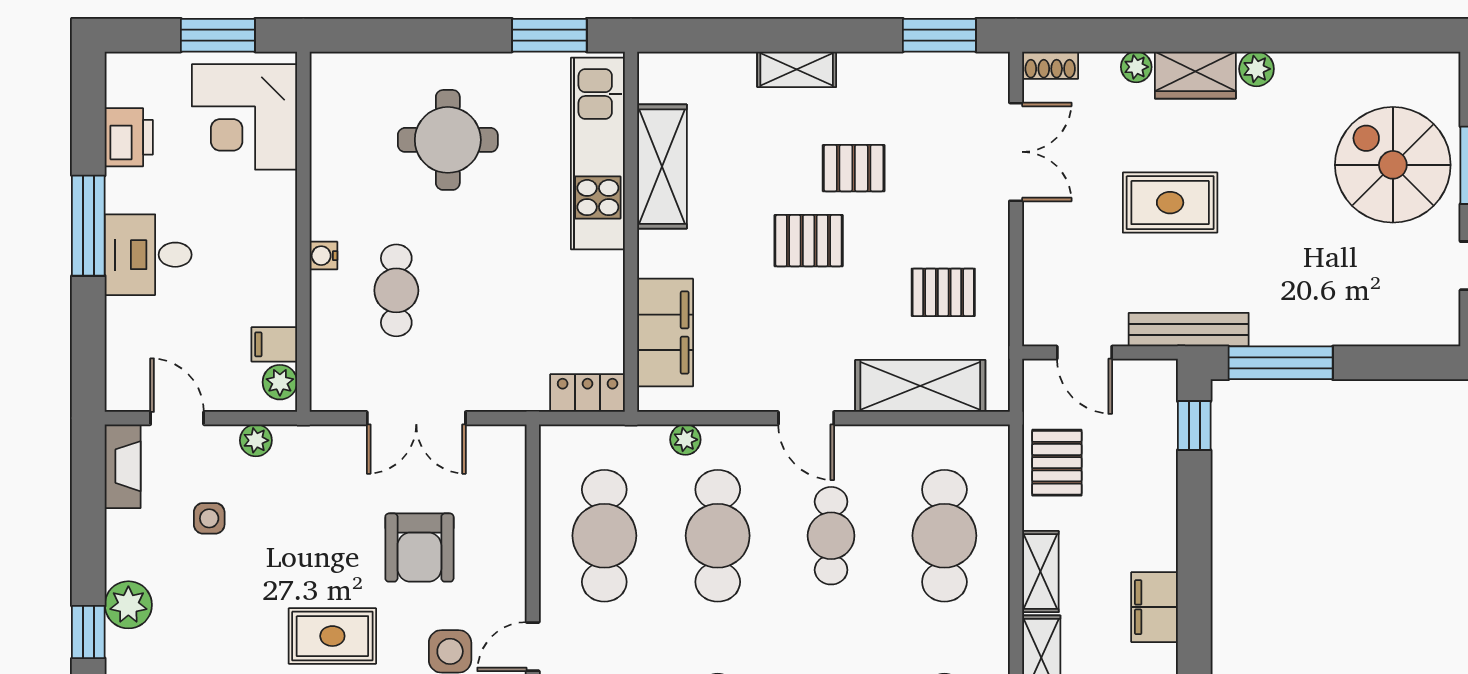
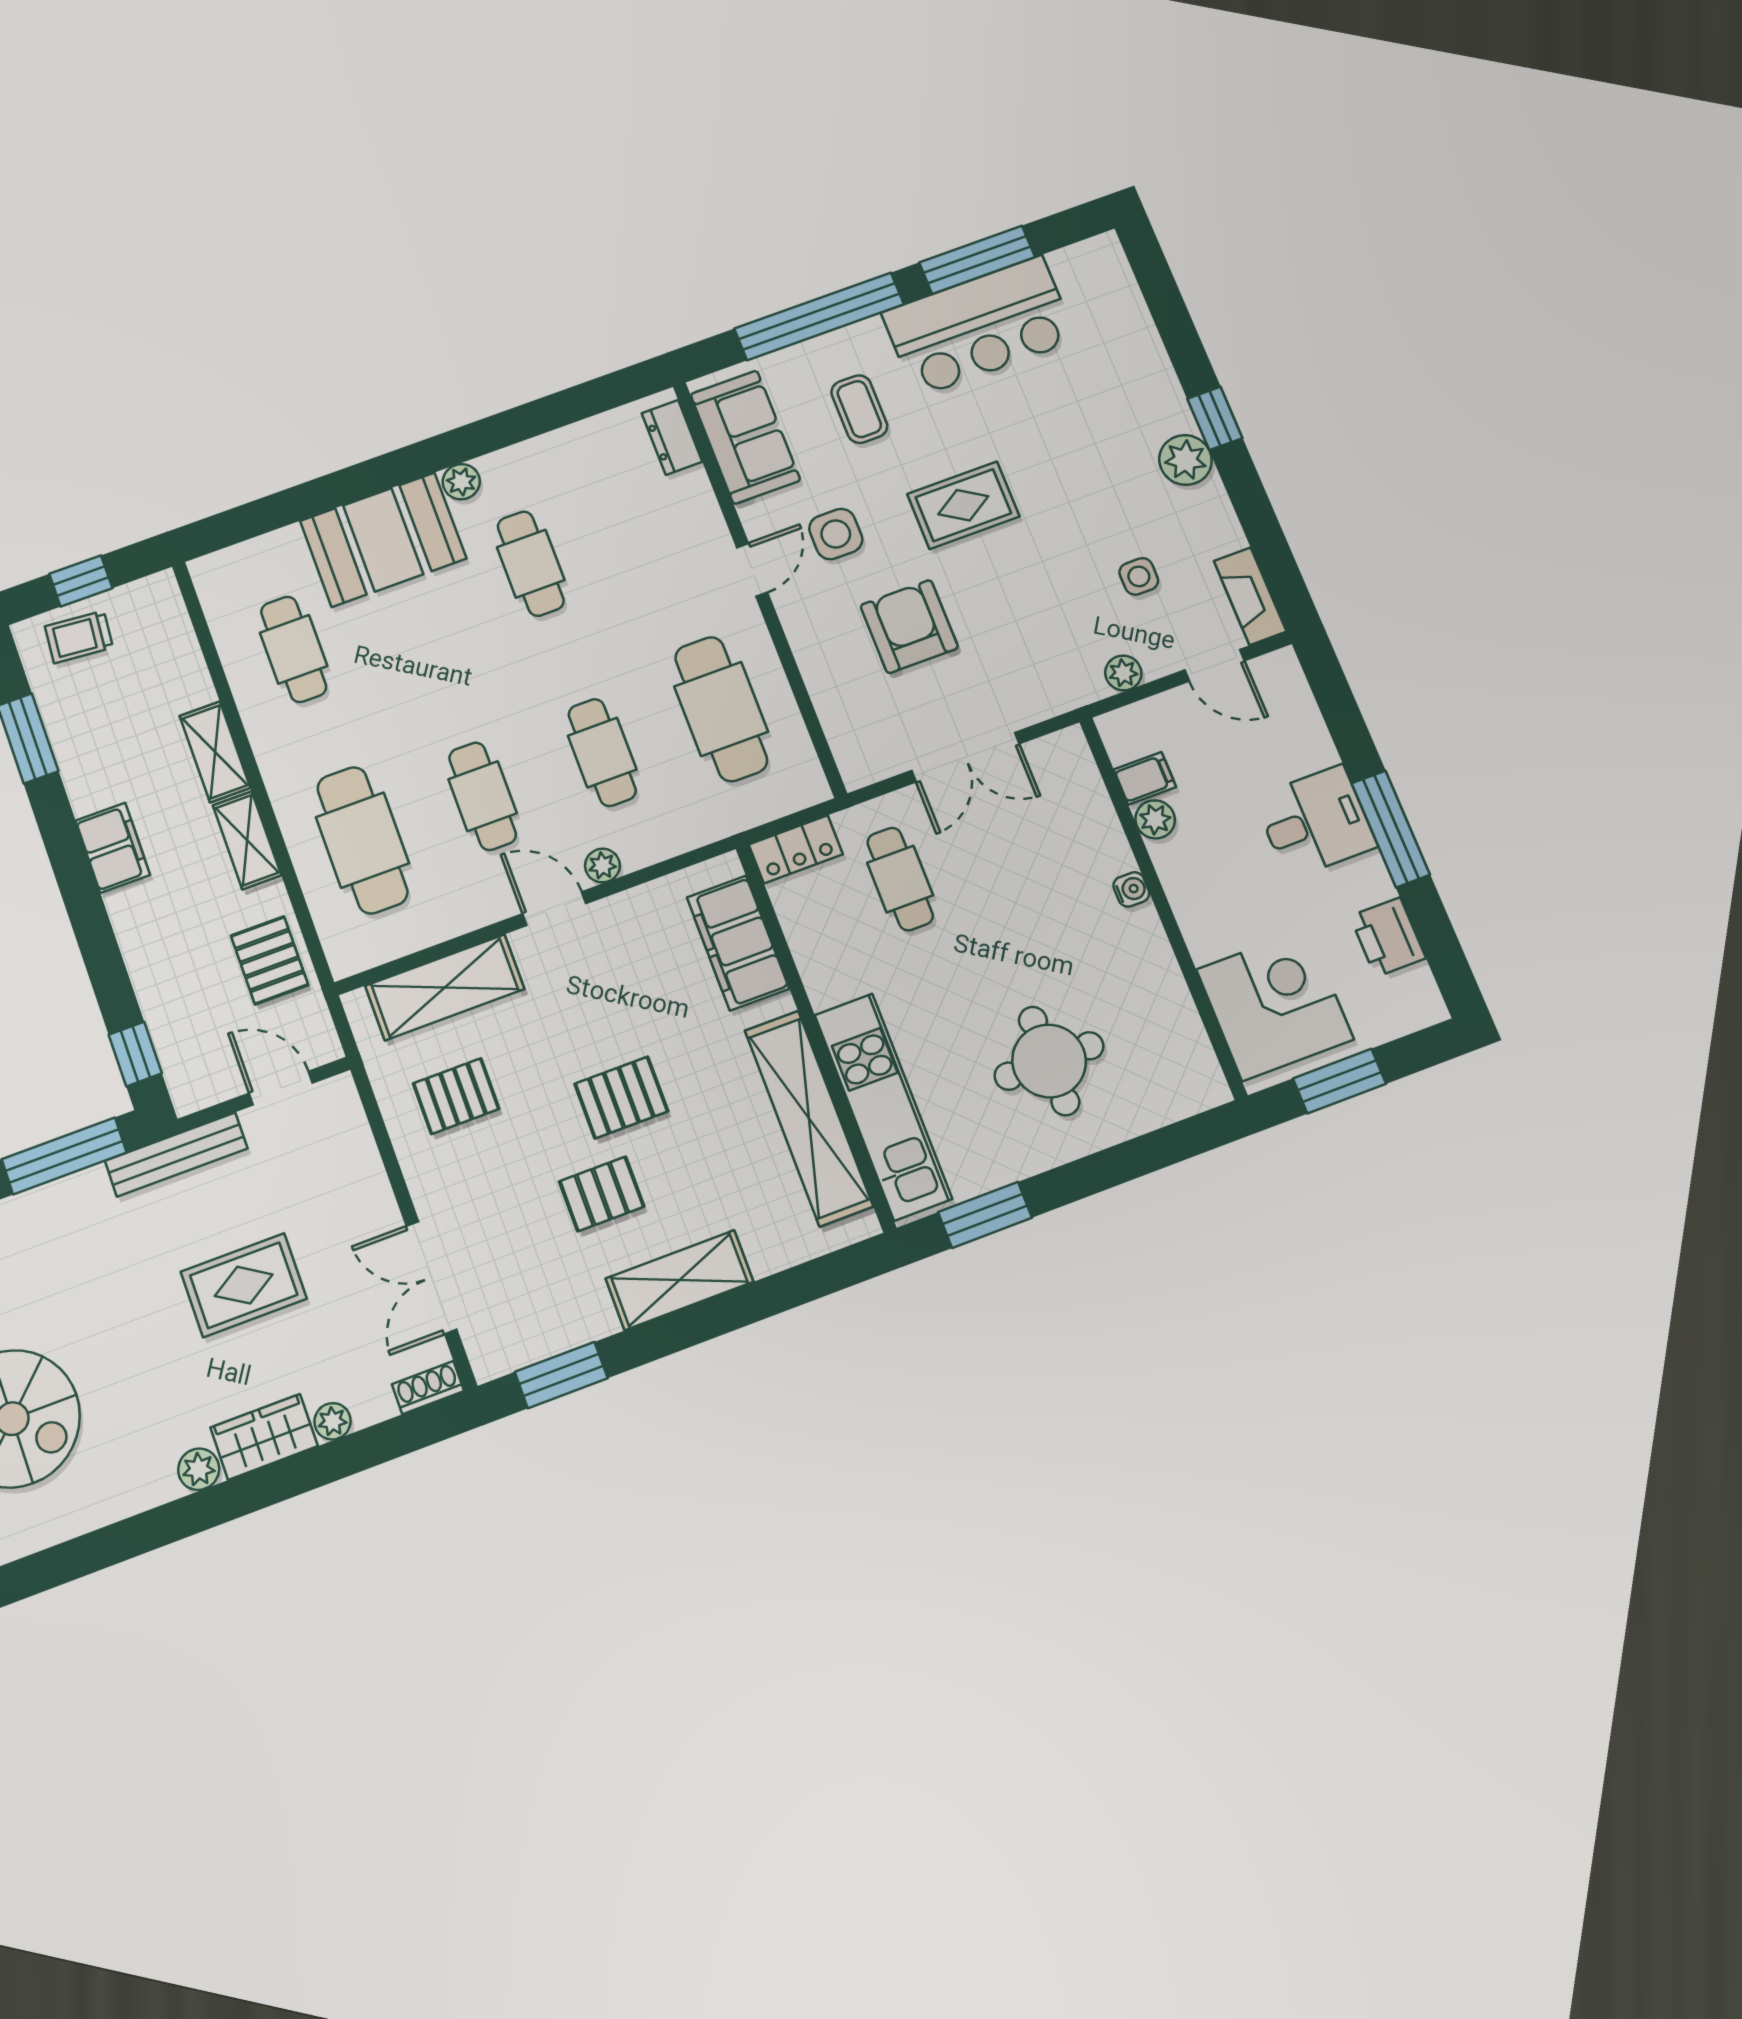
shelving: (797, 69) -> (679, 1280), width x1.50, depth x1.33
shelving: (662, 167) -> (809, 1118), width x1.47
cafe table: (396, 290) -> (900, 879), moved
plant: (280, 382) -> (1155, 819), moved
double door: (416, 418) -> (965, 757), swing flipped
plant: (685, 440) -> (602, 866), moved
cafe table: (718, 536) -> (602, 753), width x0.73, depth x0.74

